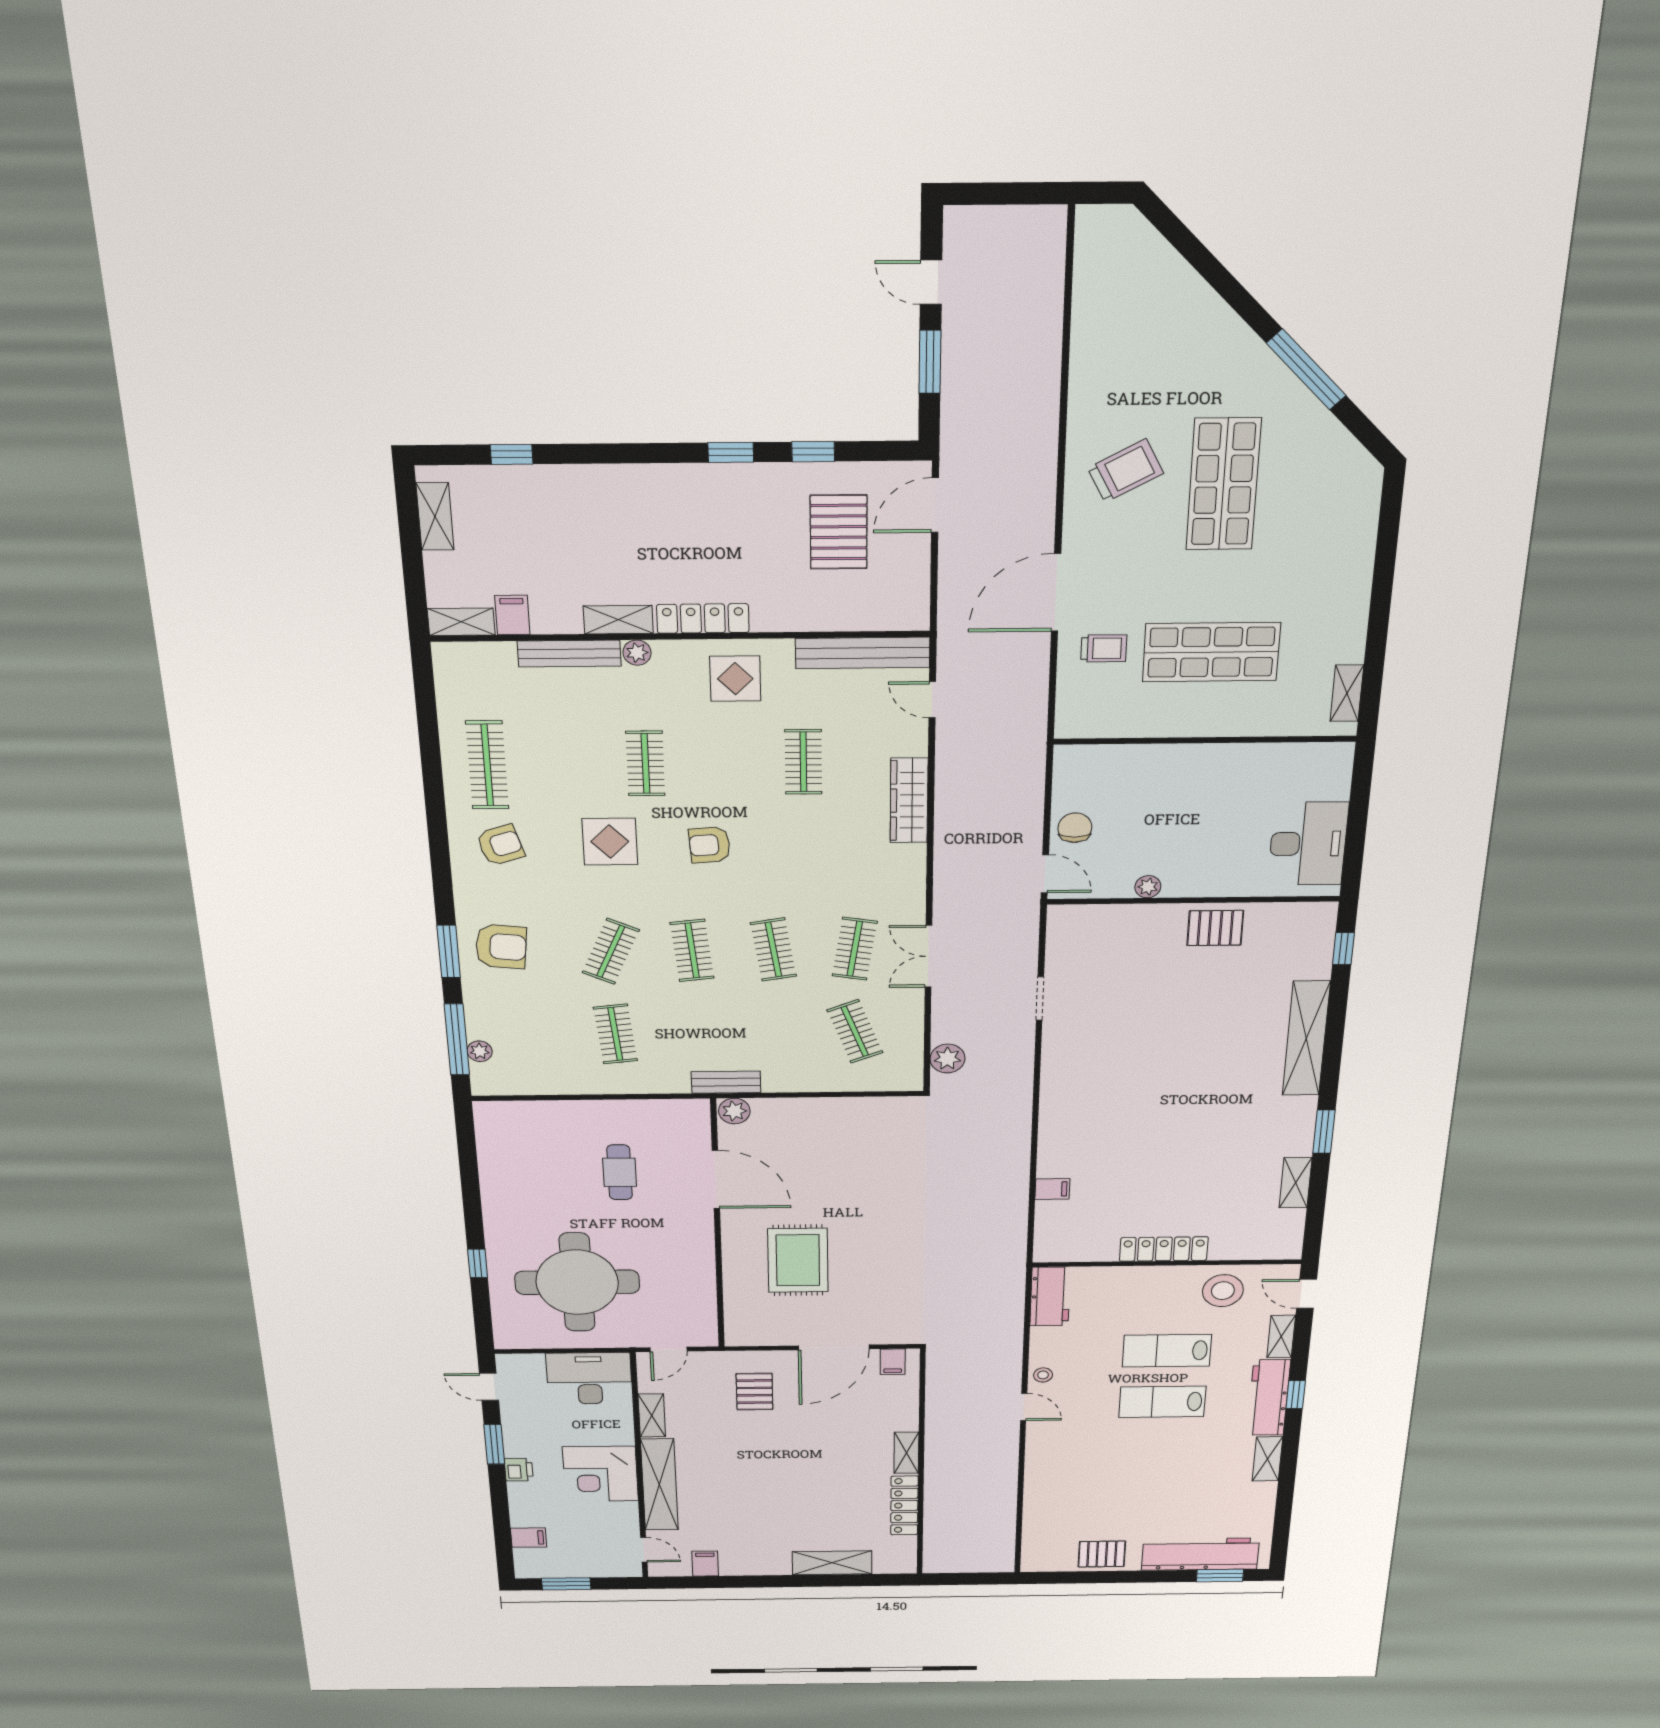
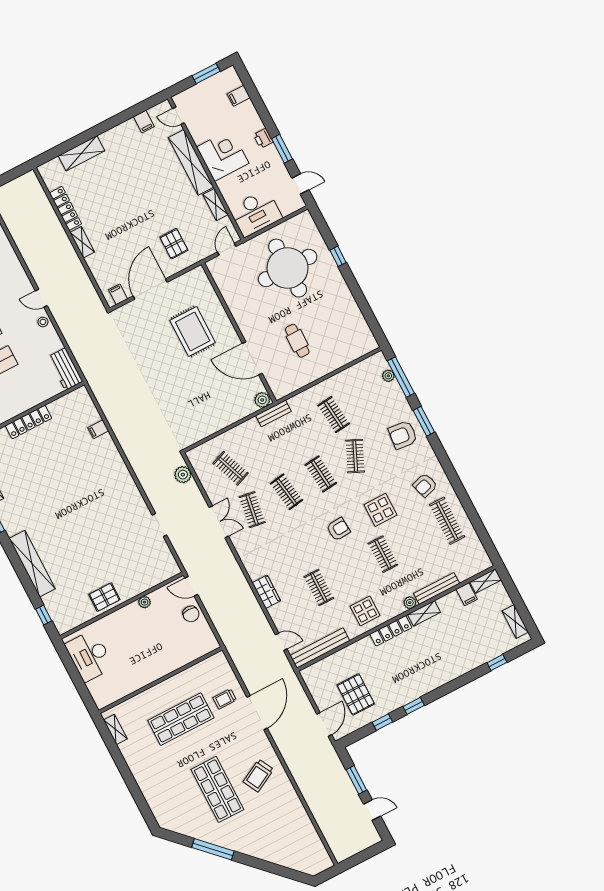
wardrobe: (909, 800) -> (266, 592), width x0.67

